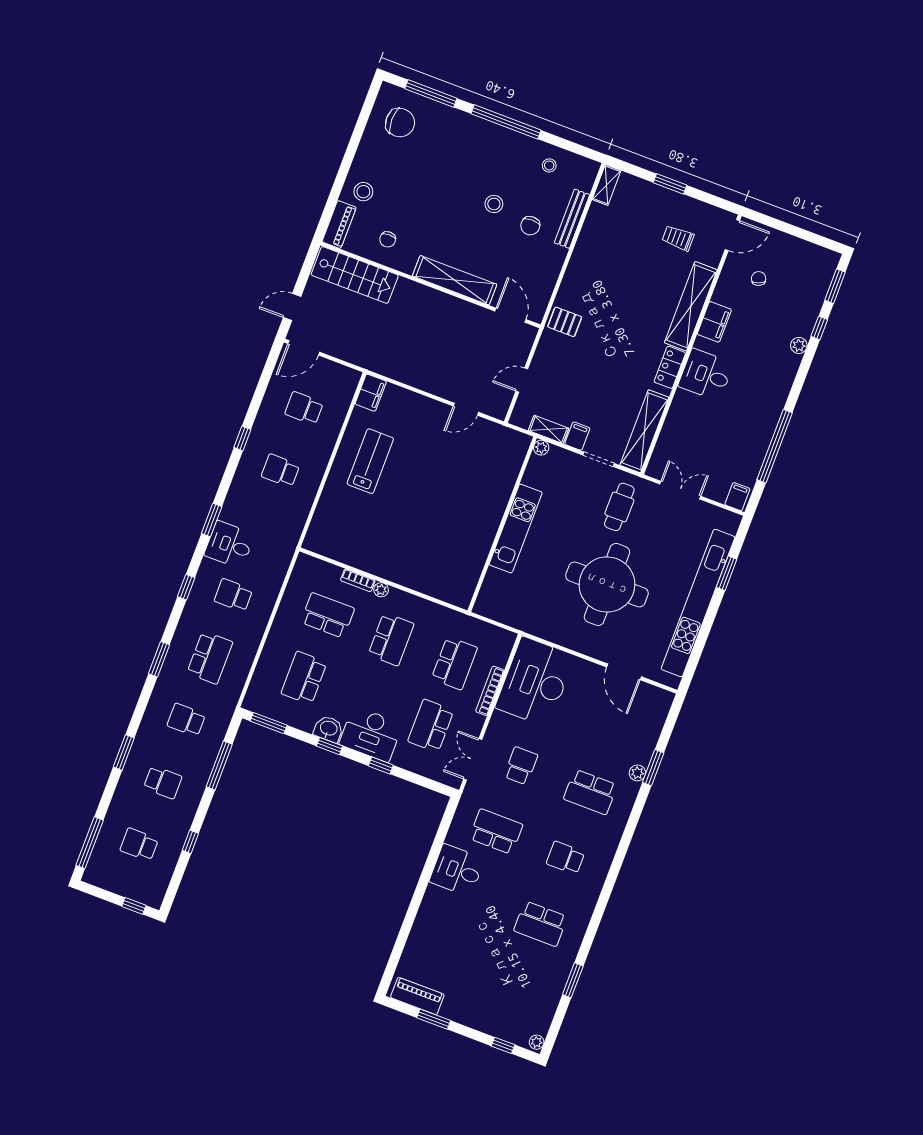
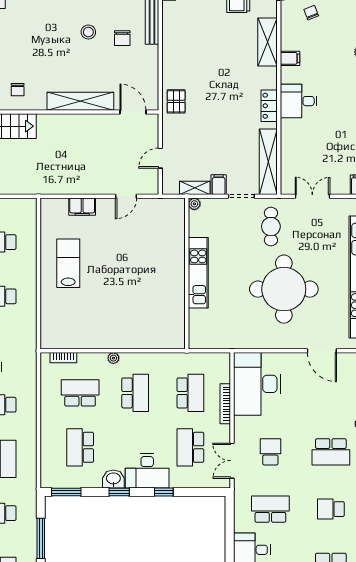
shelving: (691, 306) -> (268, 42), width x0.68
pallet: (565, 322) -> (176, 101), turned 90
filing cabinet: (714, 322) -> (290, 58), width x0.50
filing cabinet: (371, 393) -> (82, 207), moved, turned 90
bookcase: (358, 580) -> (63, 358), moved

